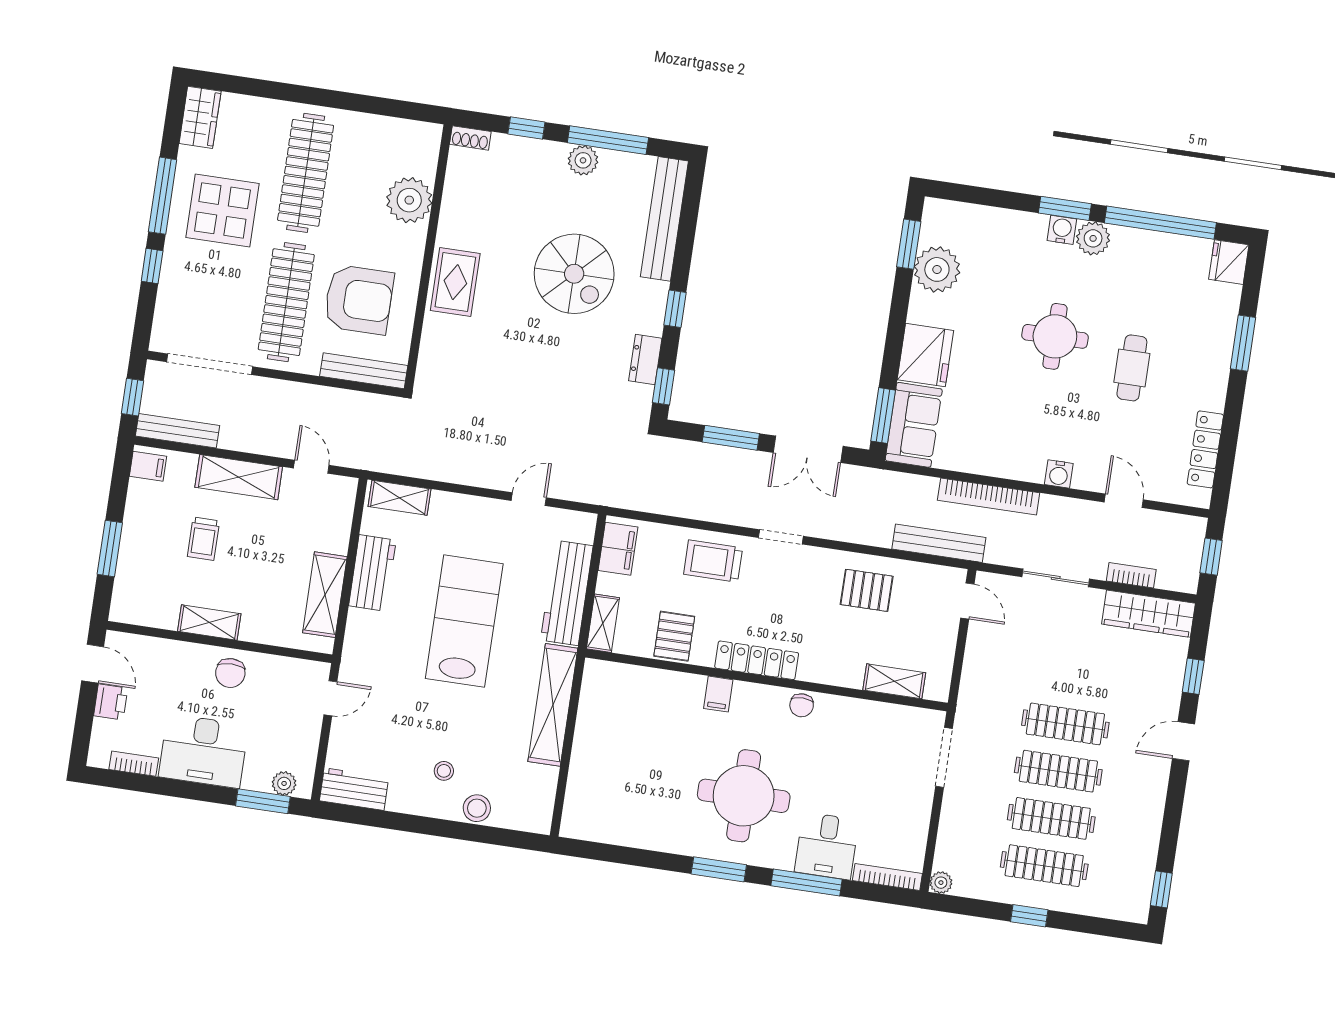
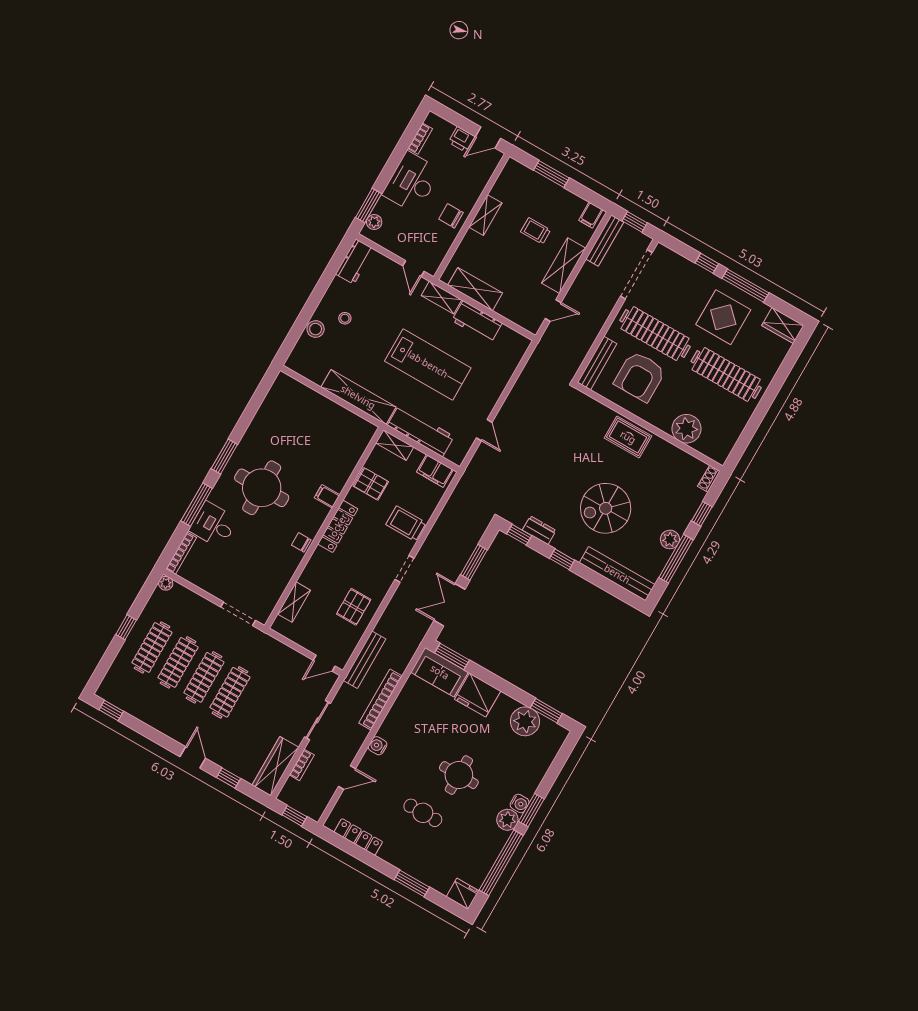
shelving: (400, 498) -> (442, 298), moved, turned 90
trolley: (713, 561) -> (406, 524), turned -90

